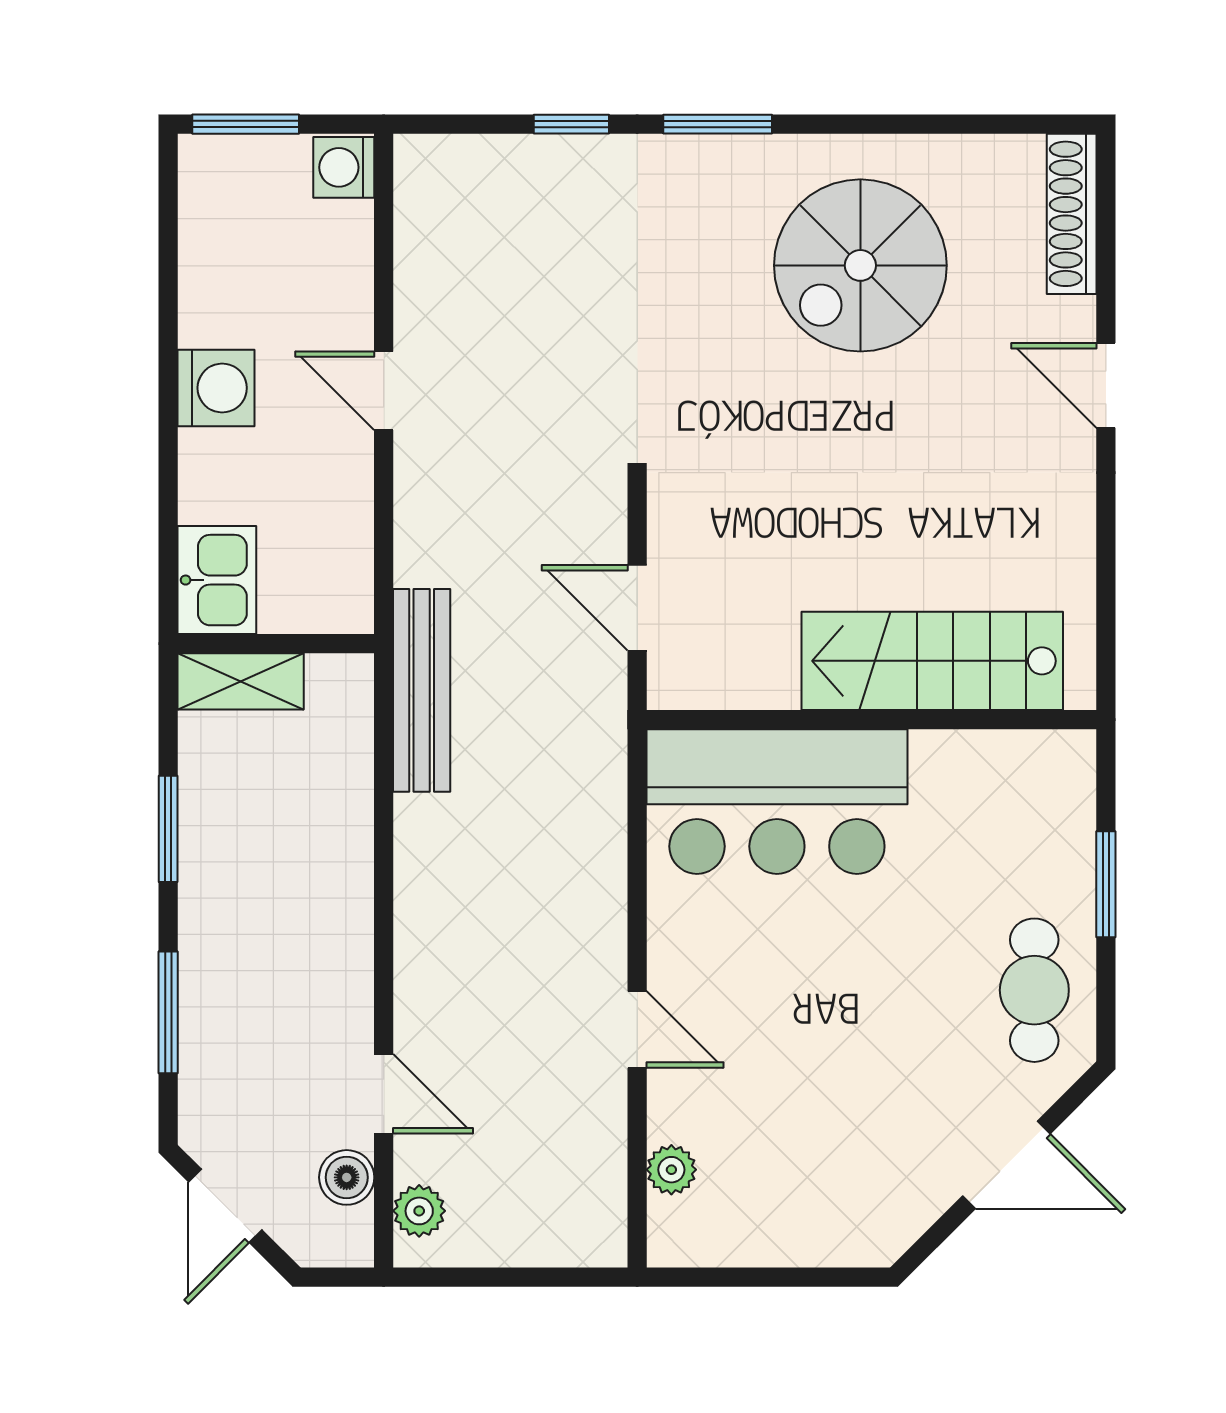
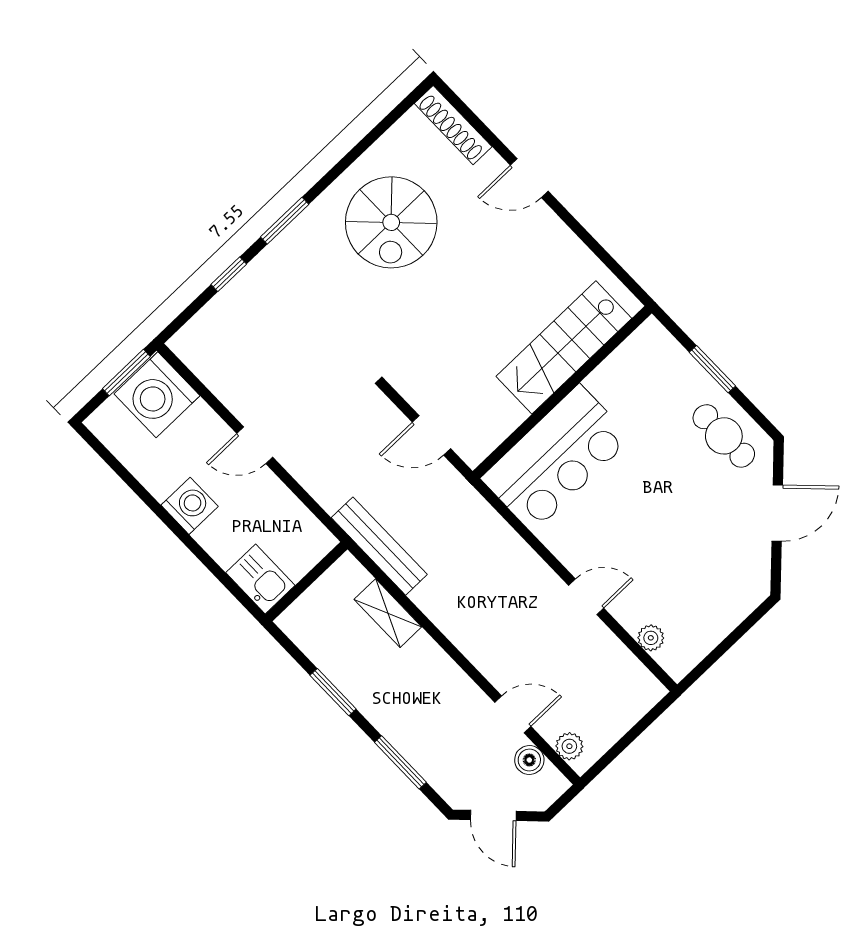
window: (246, 124) -> (126, 373), moved
washing machine: (344, 167) -> (157, 395), width x1.89, depth x1.89
shelving: (241, 681) -> (388, 613), moved, turned 90

